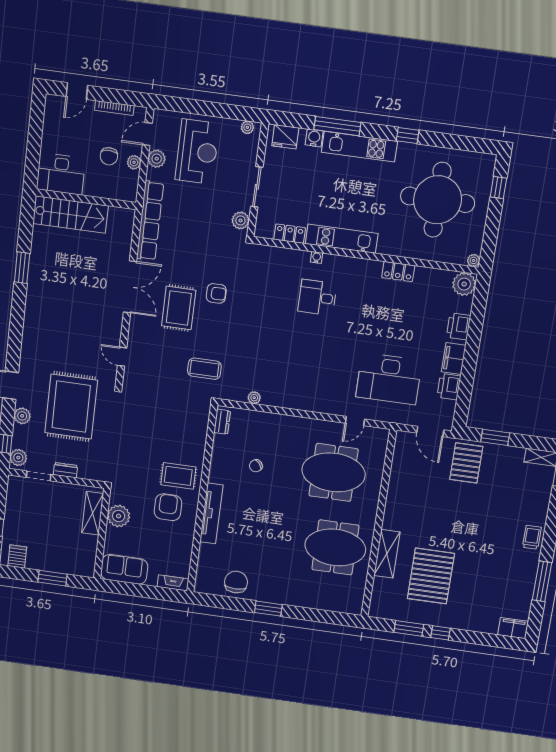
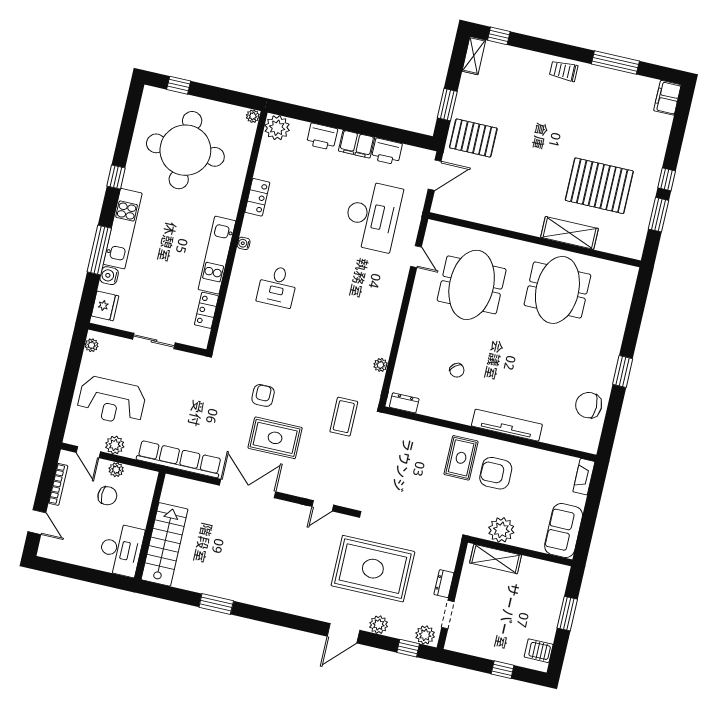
reception desk: (197, 152) -> (112, 401), turned 180
plant: (240, 220) -> (188, 362), removed
water cooler: (317, 258) -> (244, 243), moved

